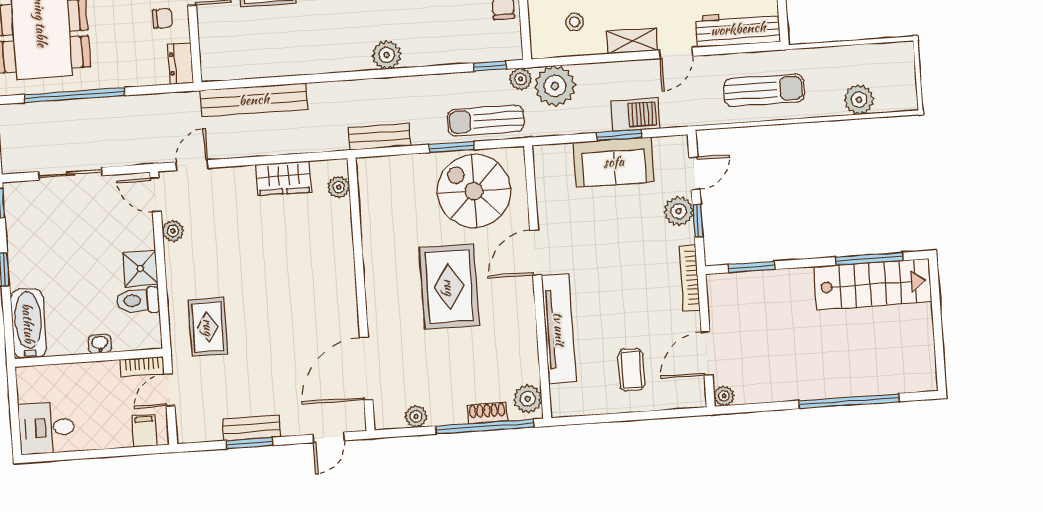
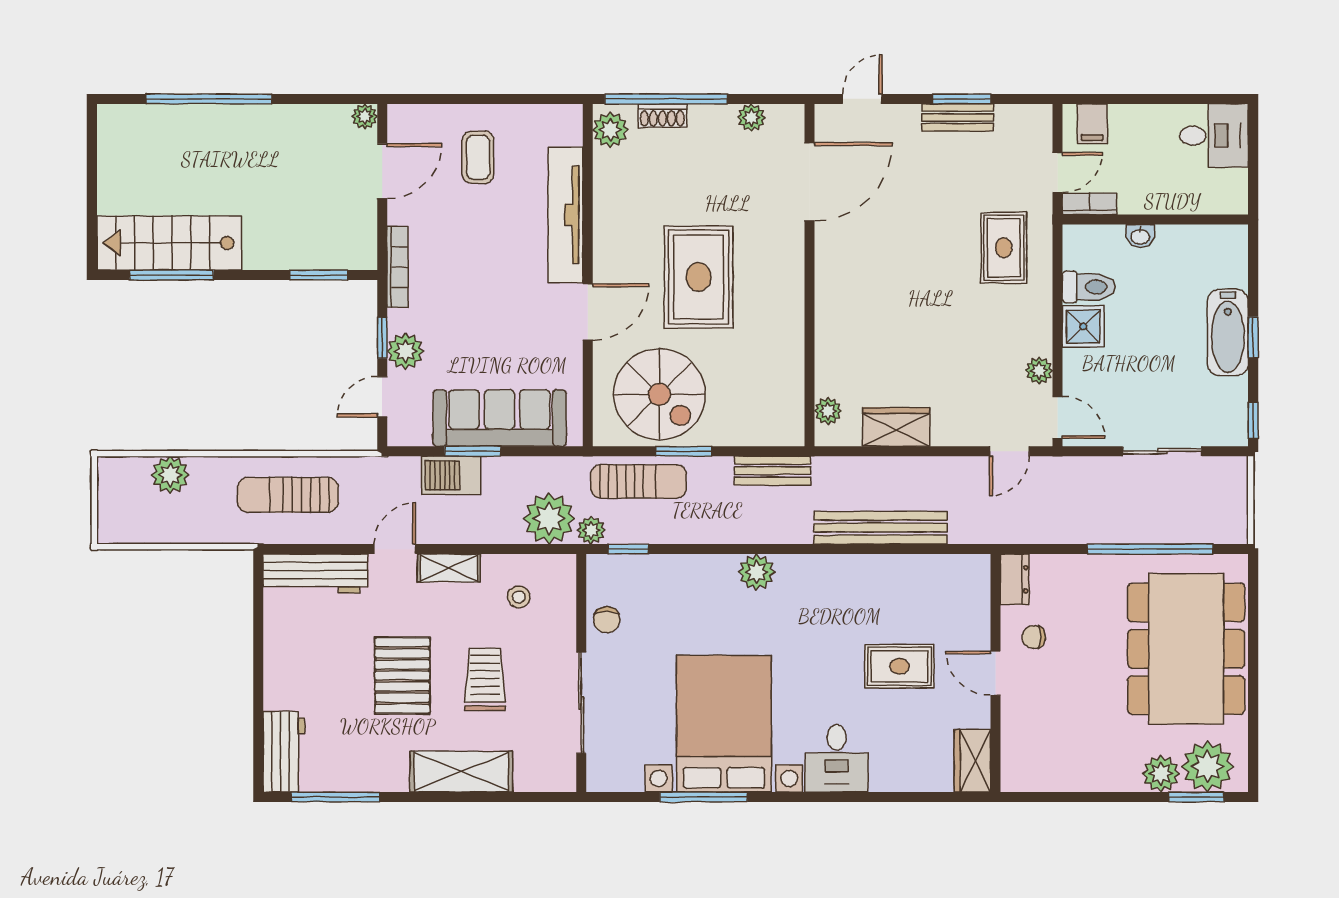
bench: (254, 100) -> (880, 528), moved
sofa: (614, 162) -> (500, 418), width x1.36
bathtub: (28, 323) -> (1228, 332), moved

